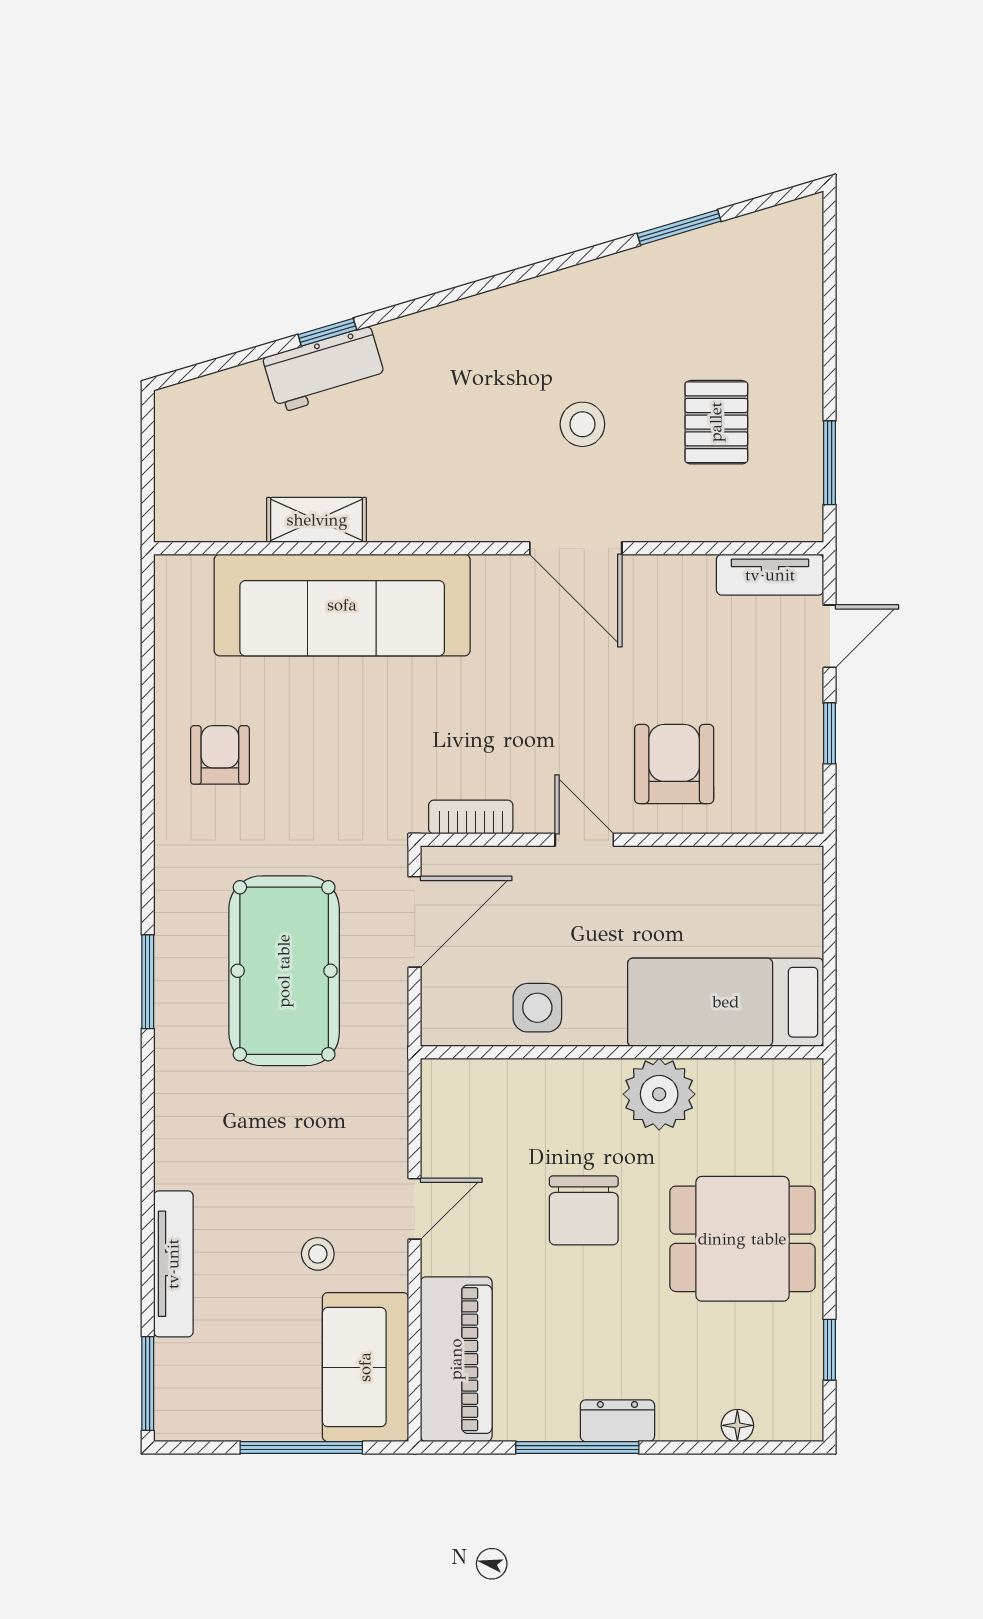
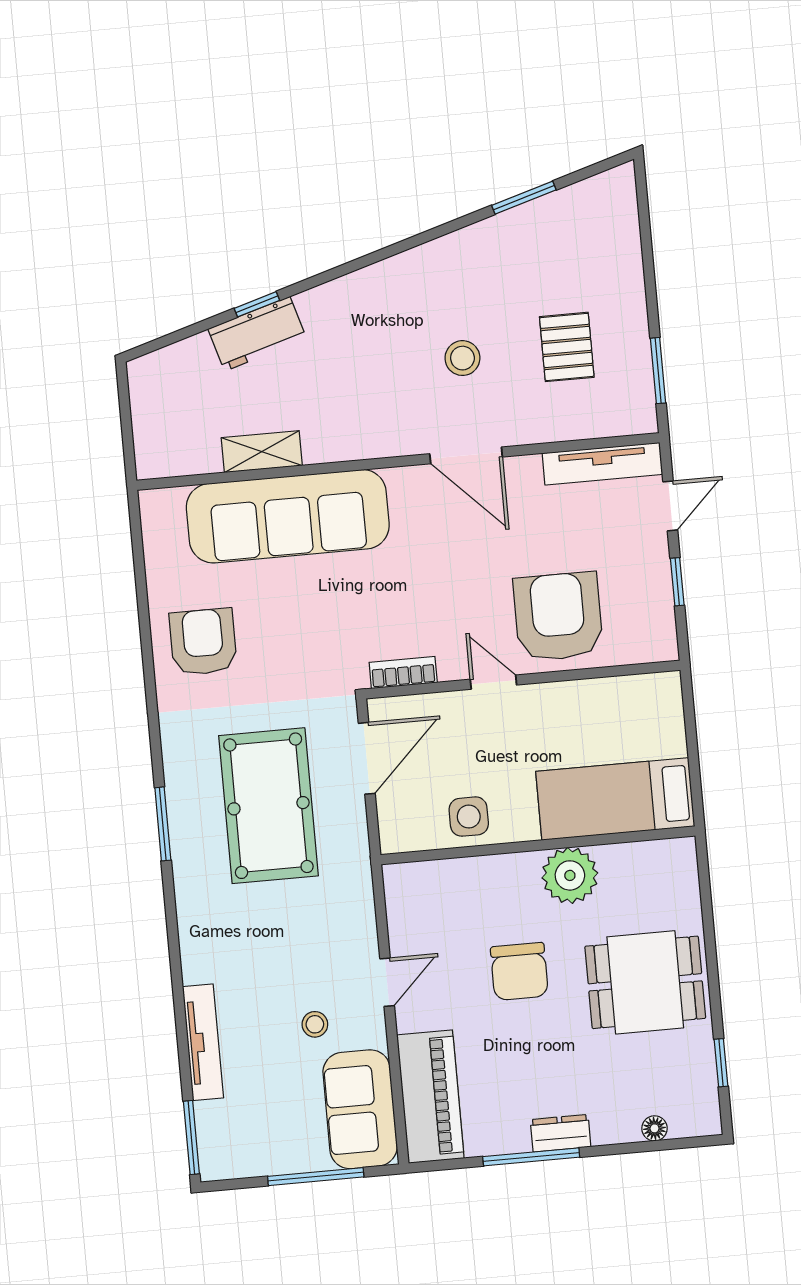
tv unit: (770, 575) -> (602, 464), width x1.41
armchair: (220, 755) -> (203, 642), width x1.38, depth x1.38
armchair: (674, 764) -> (558, 617), width x1.36, depth x1.36

